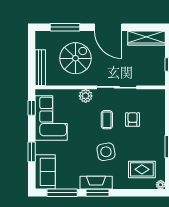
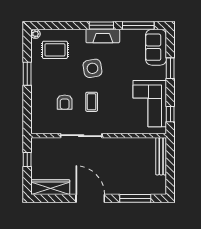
spiral stairs: (76, 58) -> (124, 166), removed
plant: (86, 96) -> (114, 127), removed

